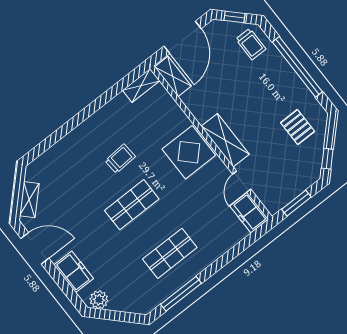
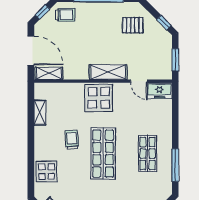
shelving: (141, 86) -> (40, 113), moved
display table: (64, 158) -> (47, 172), added
shop shelf: (132, 205) -> (103, 154), width x1.43, depth x1.36

